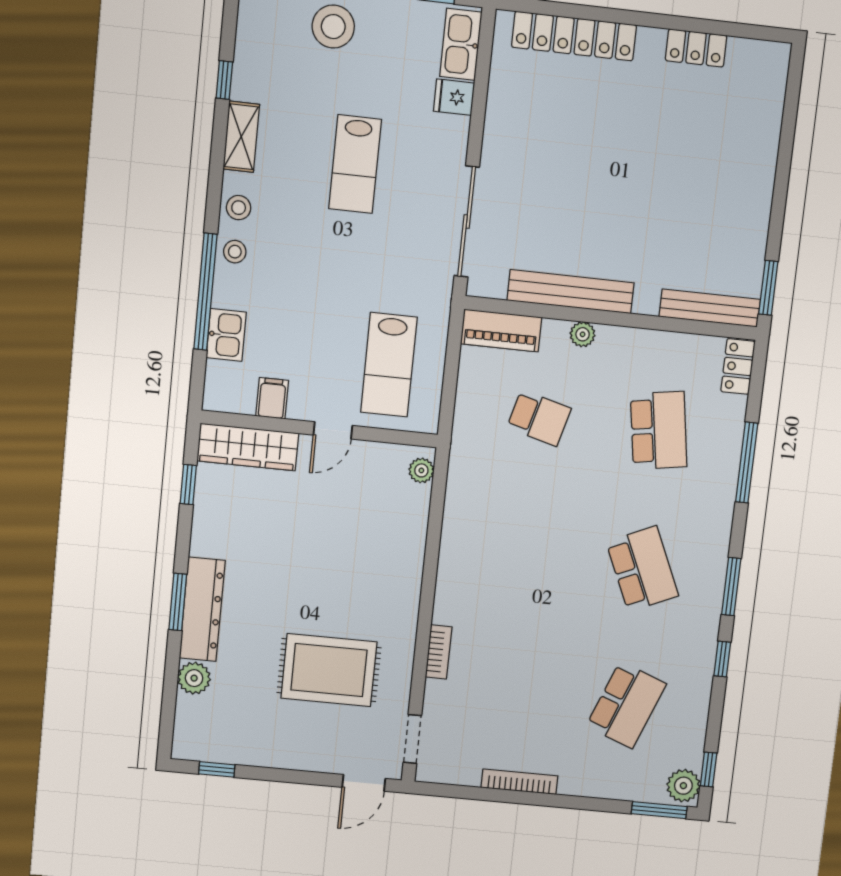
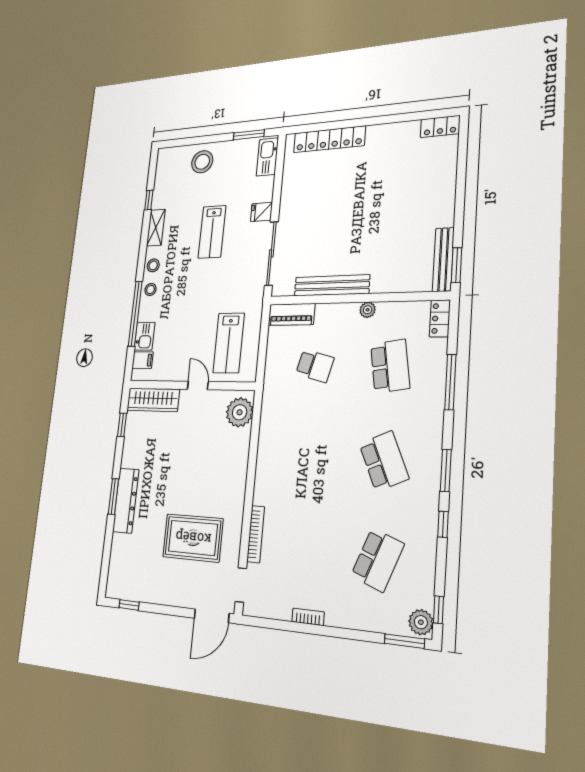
locker: (696, 48) -> (440, 126), moved
fridge: (454, 97) -> (261, 212), moved
bench: (710, 308) -> (443, 259), moved, turned 90
plant: (583, 334) -> (368, 310), moved
filing cabinet: (272, 398) -> (143, 360), moved, turned 90
door: (333, 430) -> (198, 385), swing flipped
plant: (421, 470) -> (240, 412), width x1.87, depth x1.87
bookcase: (439, 652) -> (256, 534), width x1.56
plant: (194, 678) -> (120, 545), removed
bookcase: (519, 782) -> (308, 617), width x0.64
door: (364, 783) -> (212, 616), width x1.37

